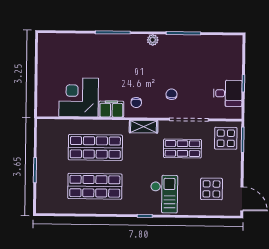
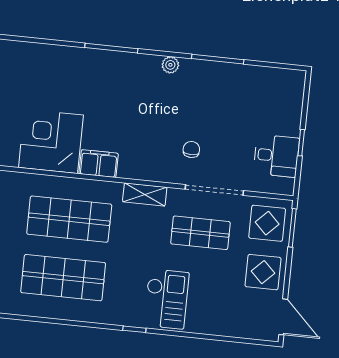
chair: (136, 103) -> (137, 157), removed
display table: (211, 189) -> (263, 272), moved

